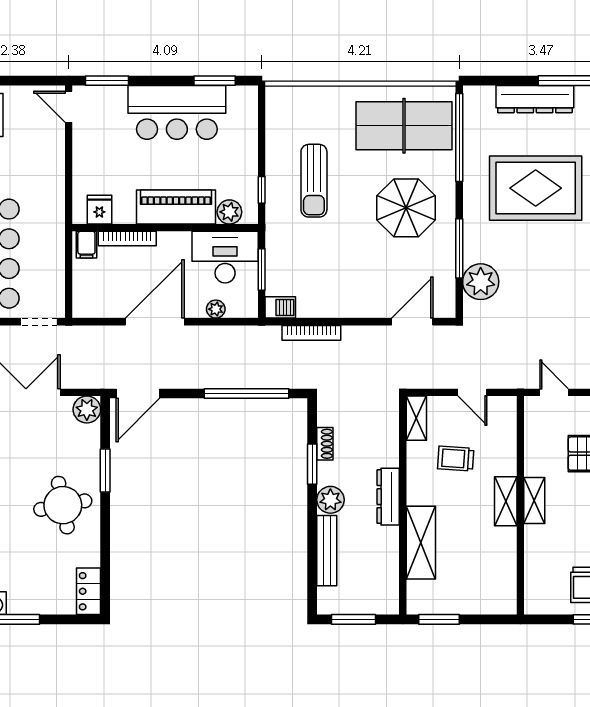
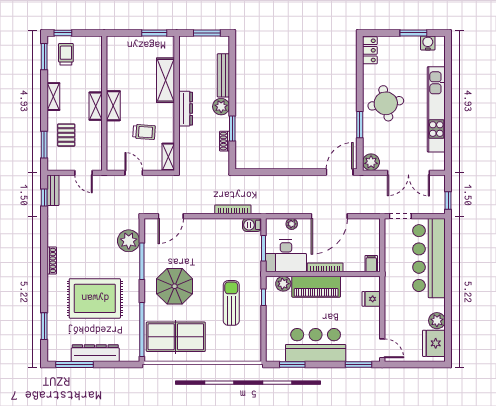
fridge: (99, 210) -> (371, 299), moved, turned 90
bookcase: (127, 239) -> (325, 267), moved
window: (247, 394) -> (273, 172), removed

